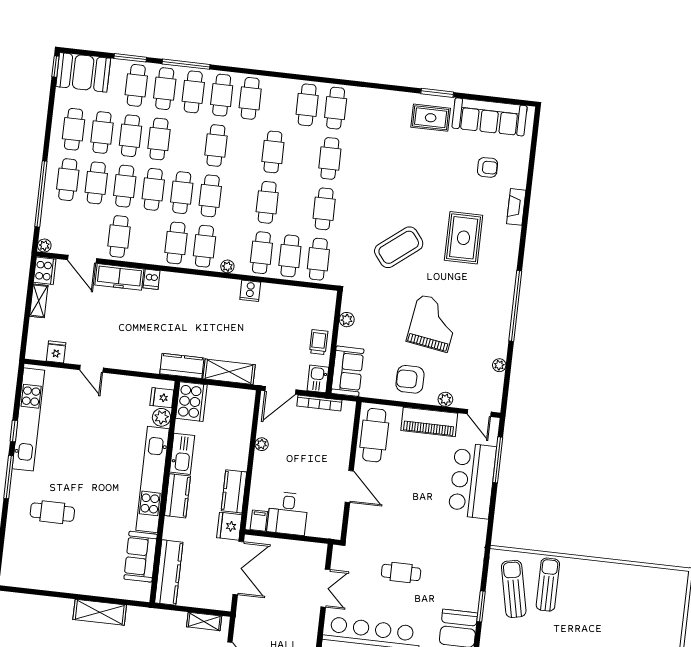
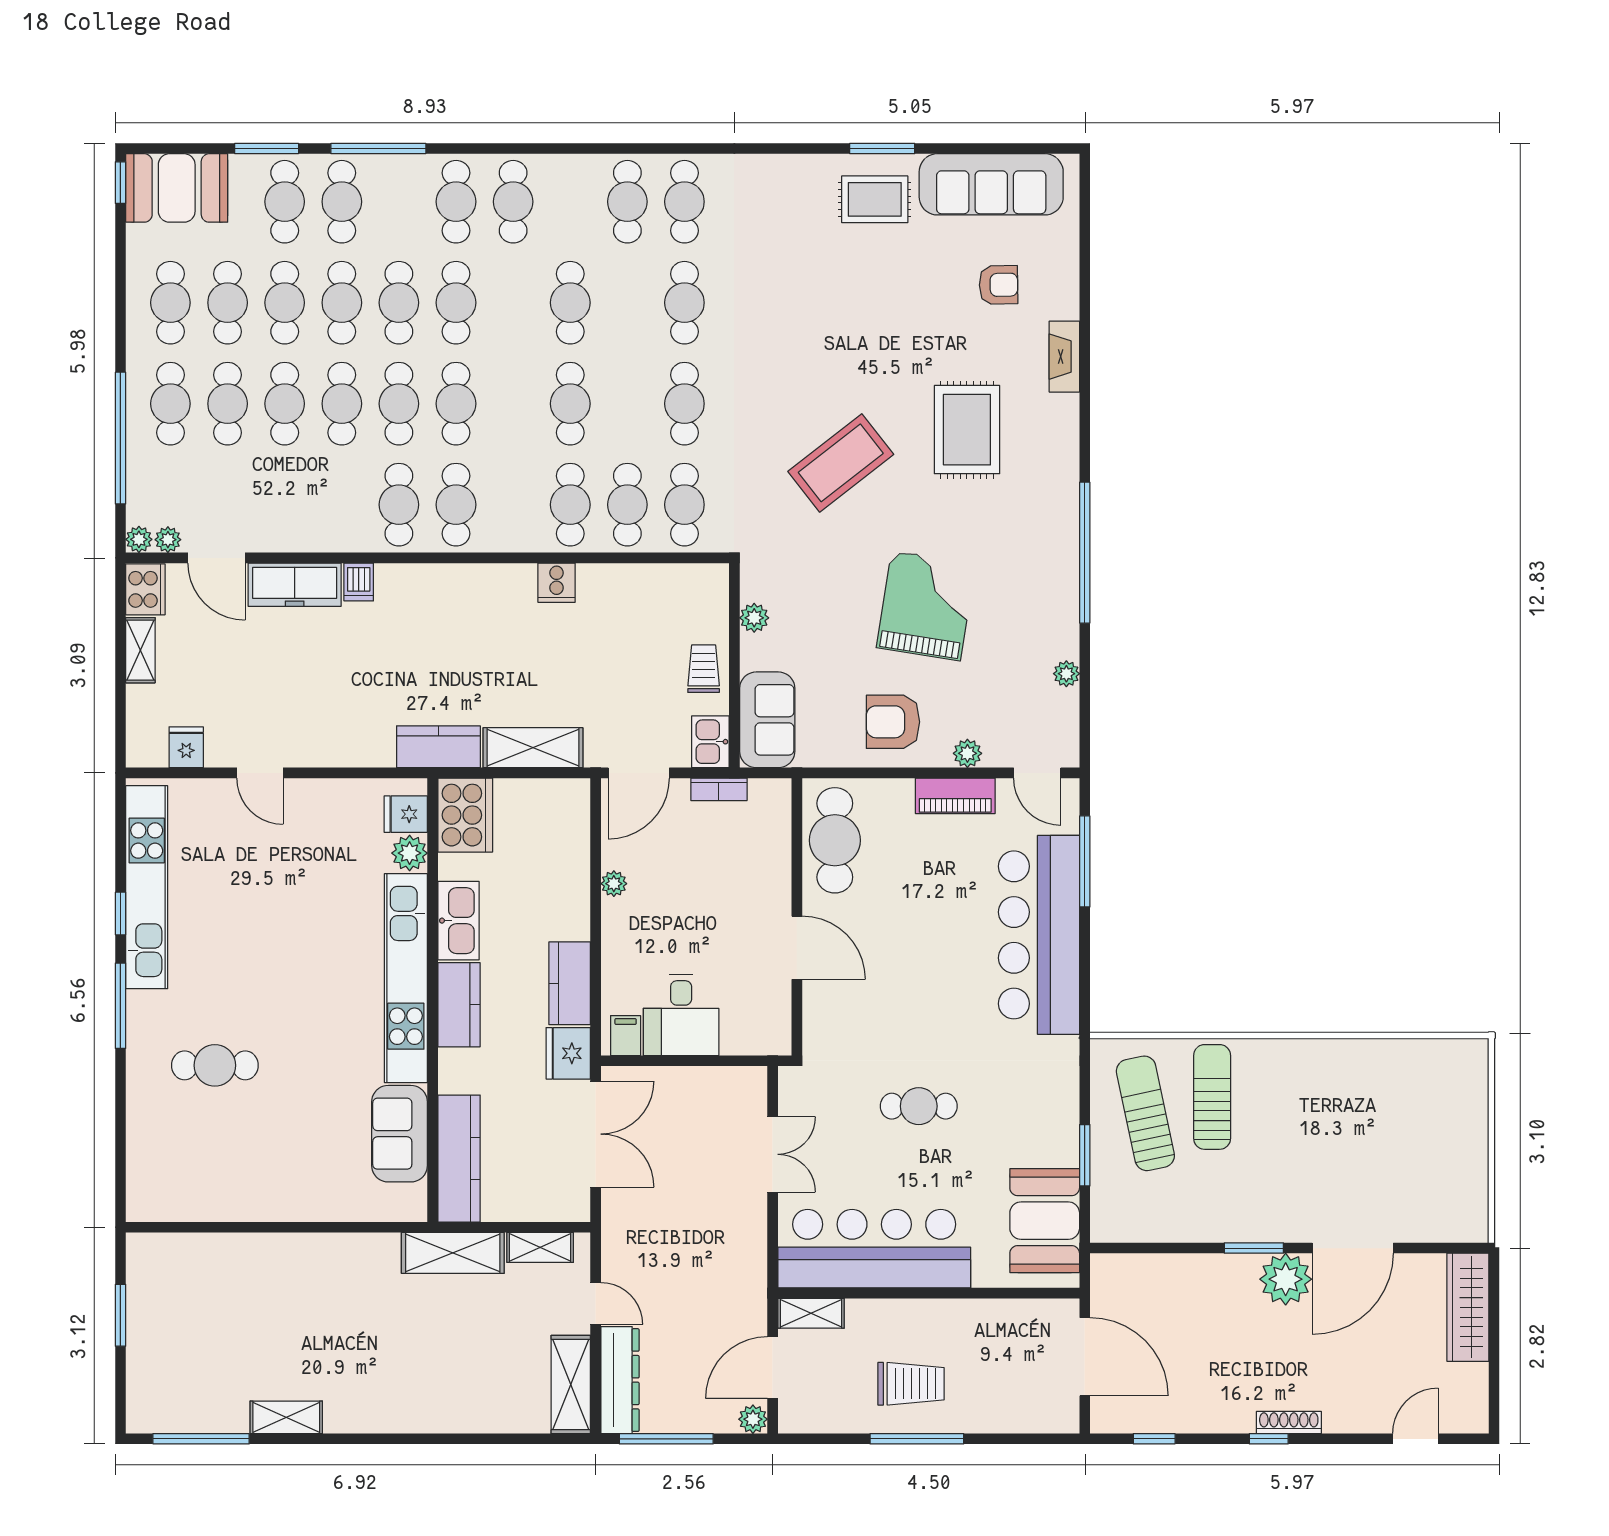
cafe table: (193, 92) -> (399, 303), moved
cafe table: (119, 236) -> (285, 505), removed
plant: (227, 266) -> (168, 540), moved
bookcase: (319, 403) -> (719, 789), width x0.64
piano: (429, 422) -> (955, 796), width x0.73, depth x0.75
bar counter: (472, 481) -> (1039, 935), width x1.36
shelving: (100, 612) -> (453, 1253), moved

